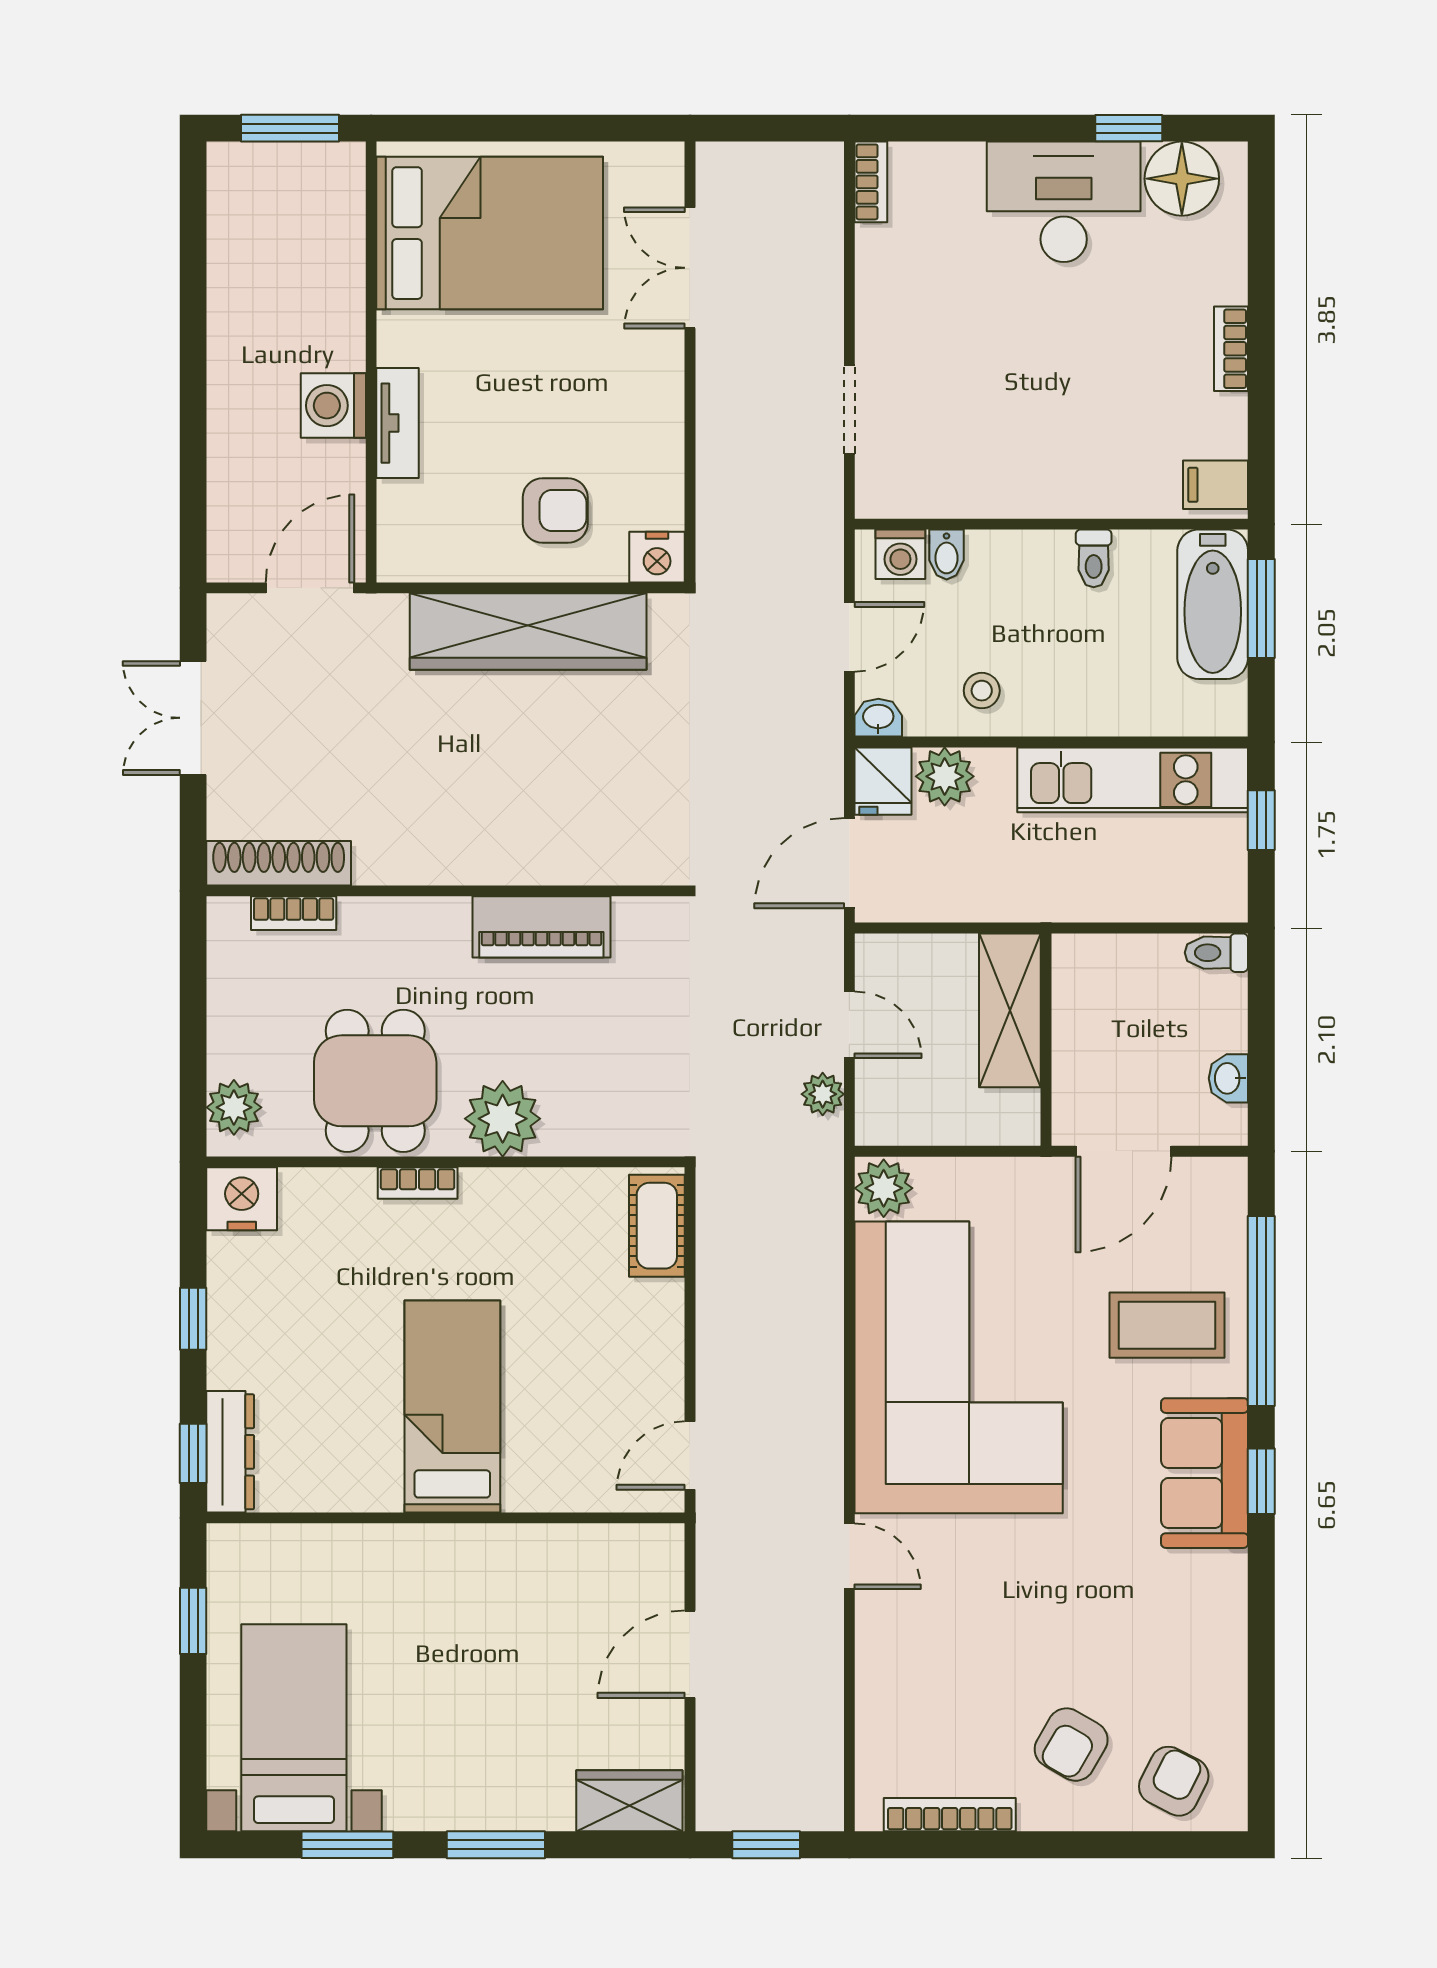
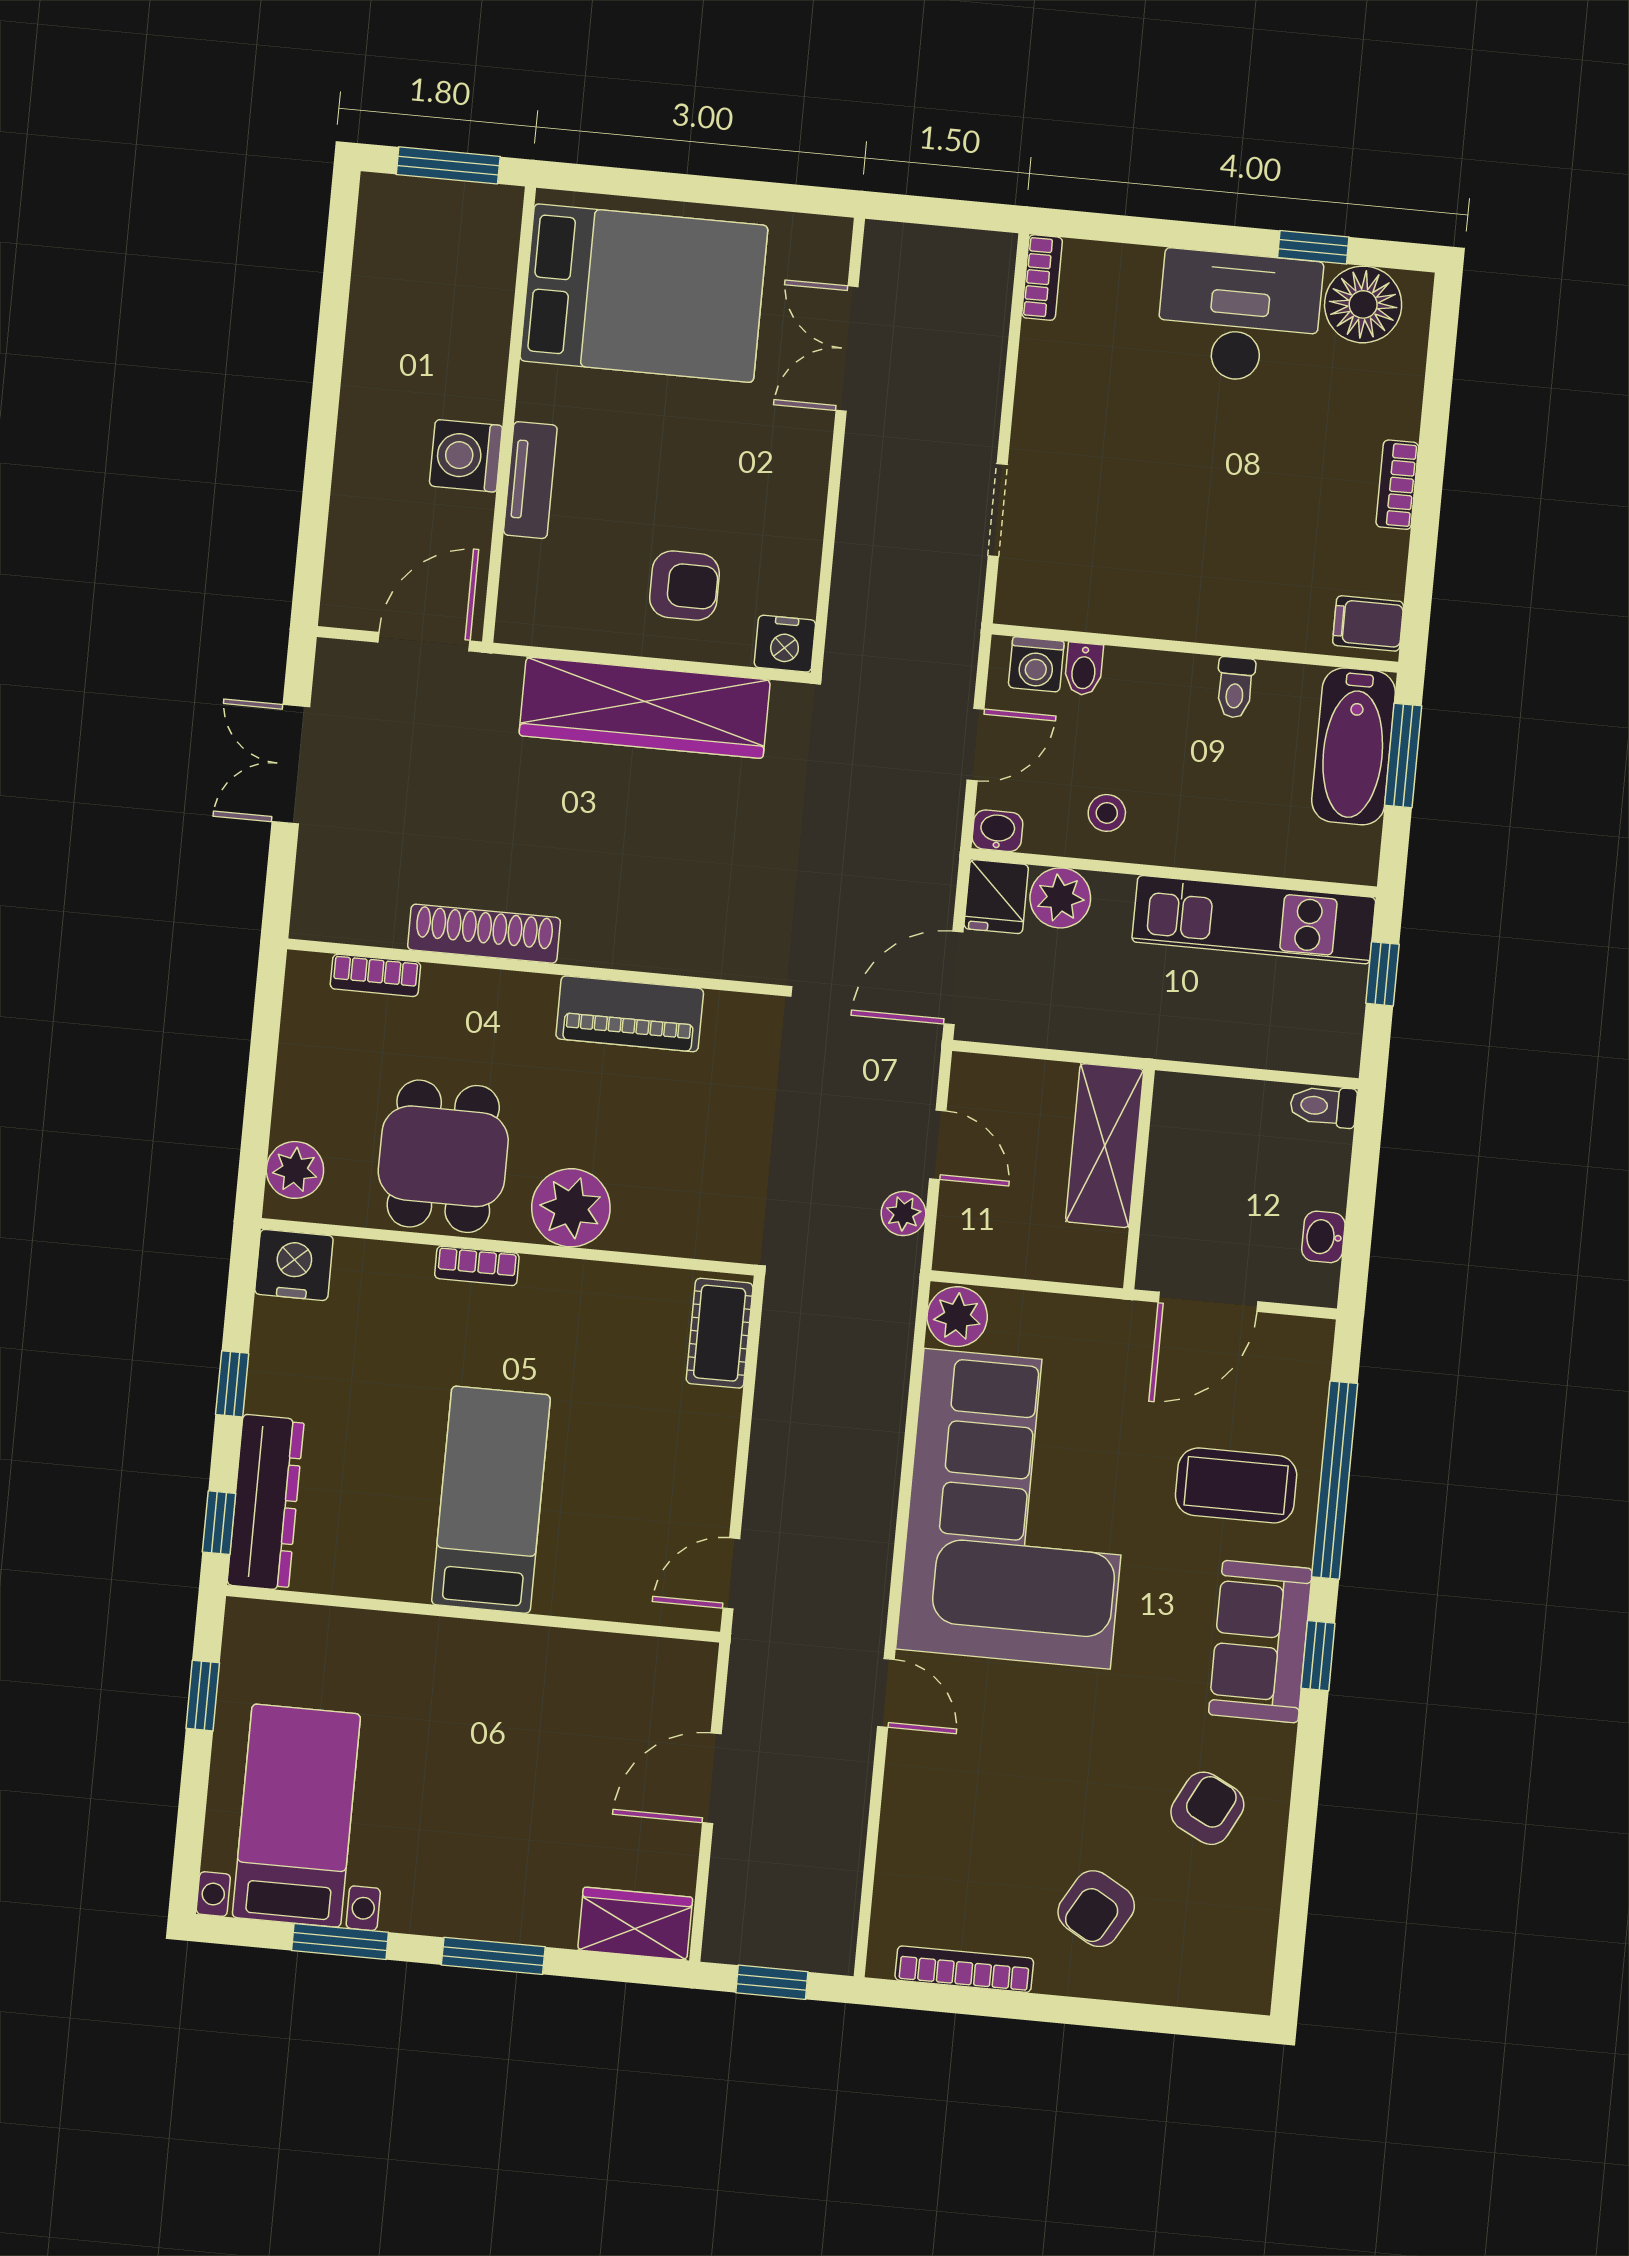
shoe rack: (279, 863) -> (484, 934), moved
dresser: (230, 1452) -> (266, 1502), width x1.37, depth x1.24
armchair: (1174, 1781) -> (1207, 1808), moved

